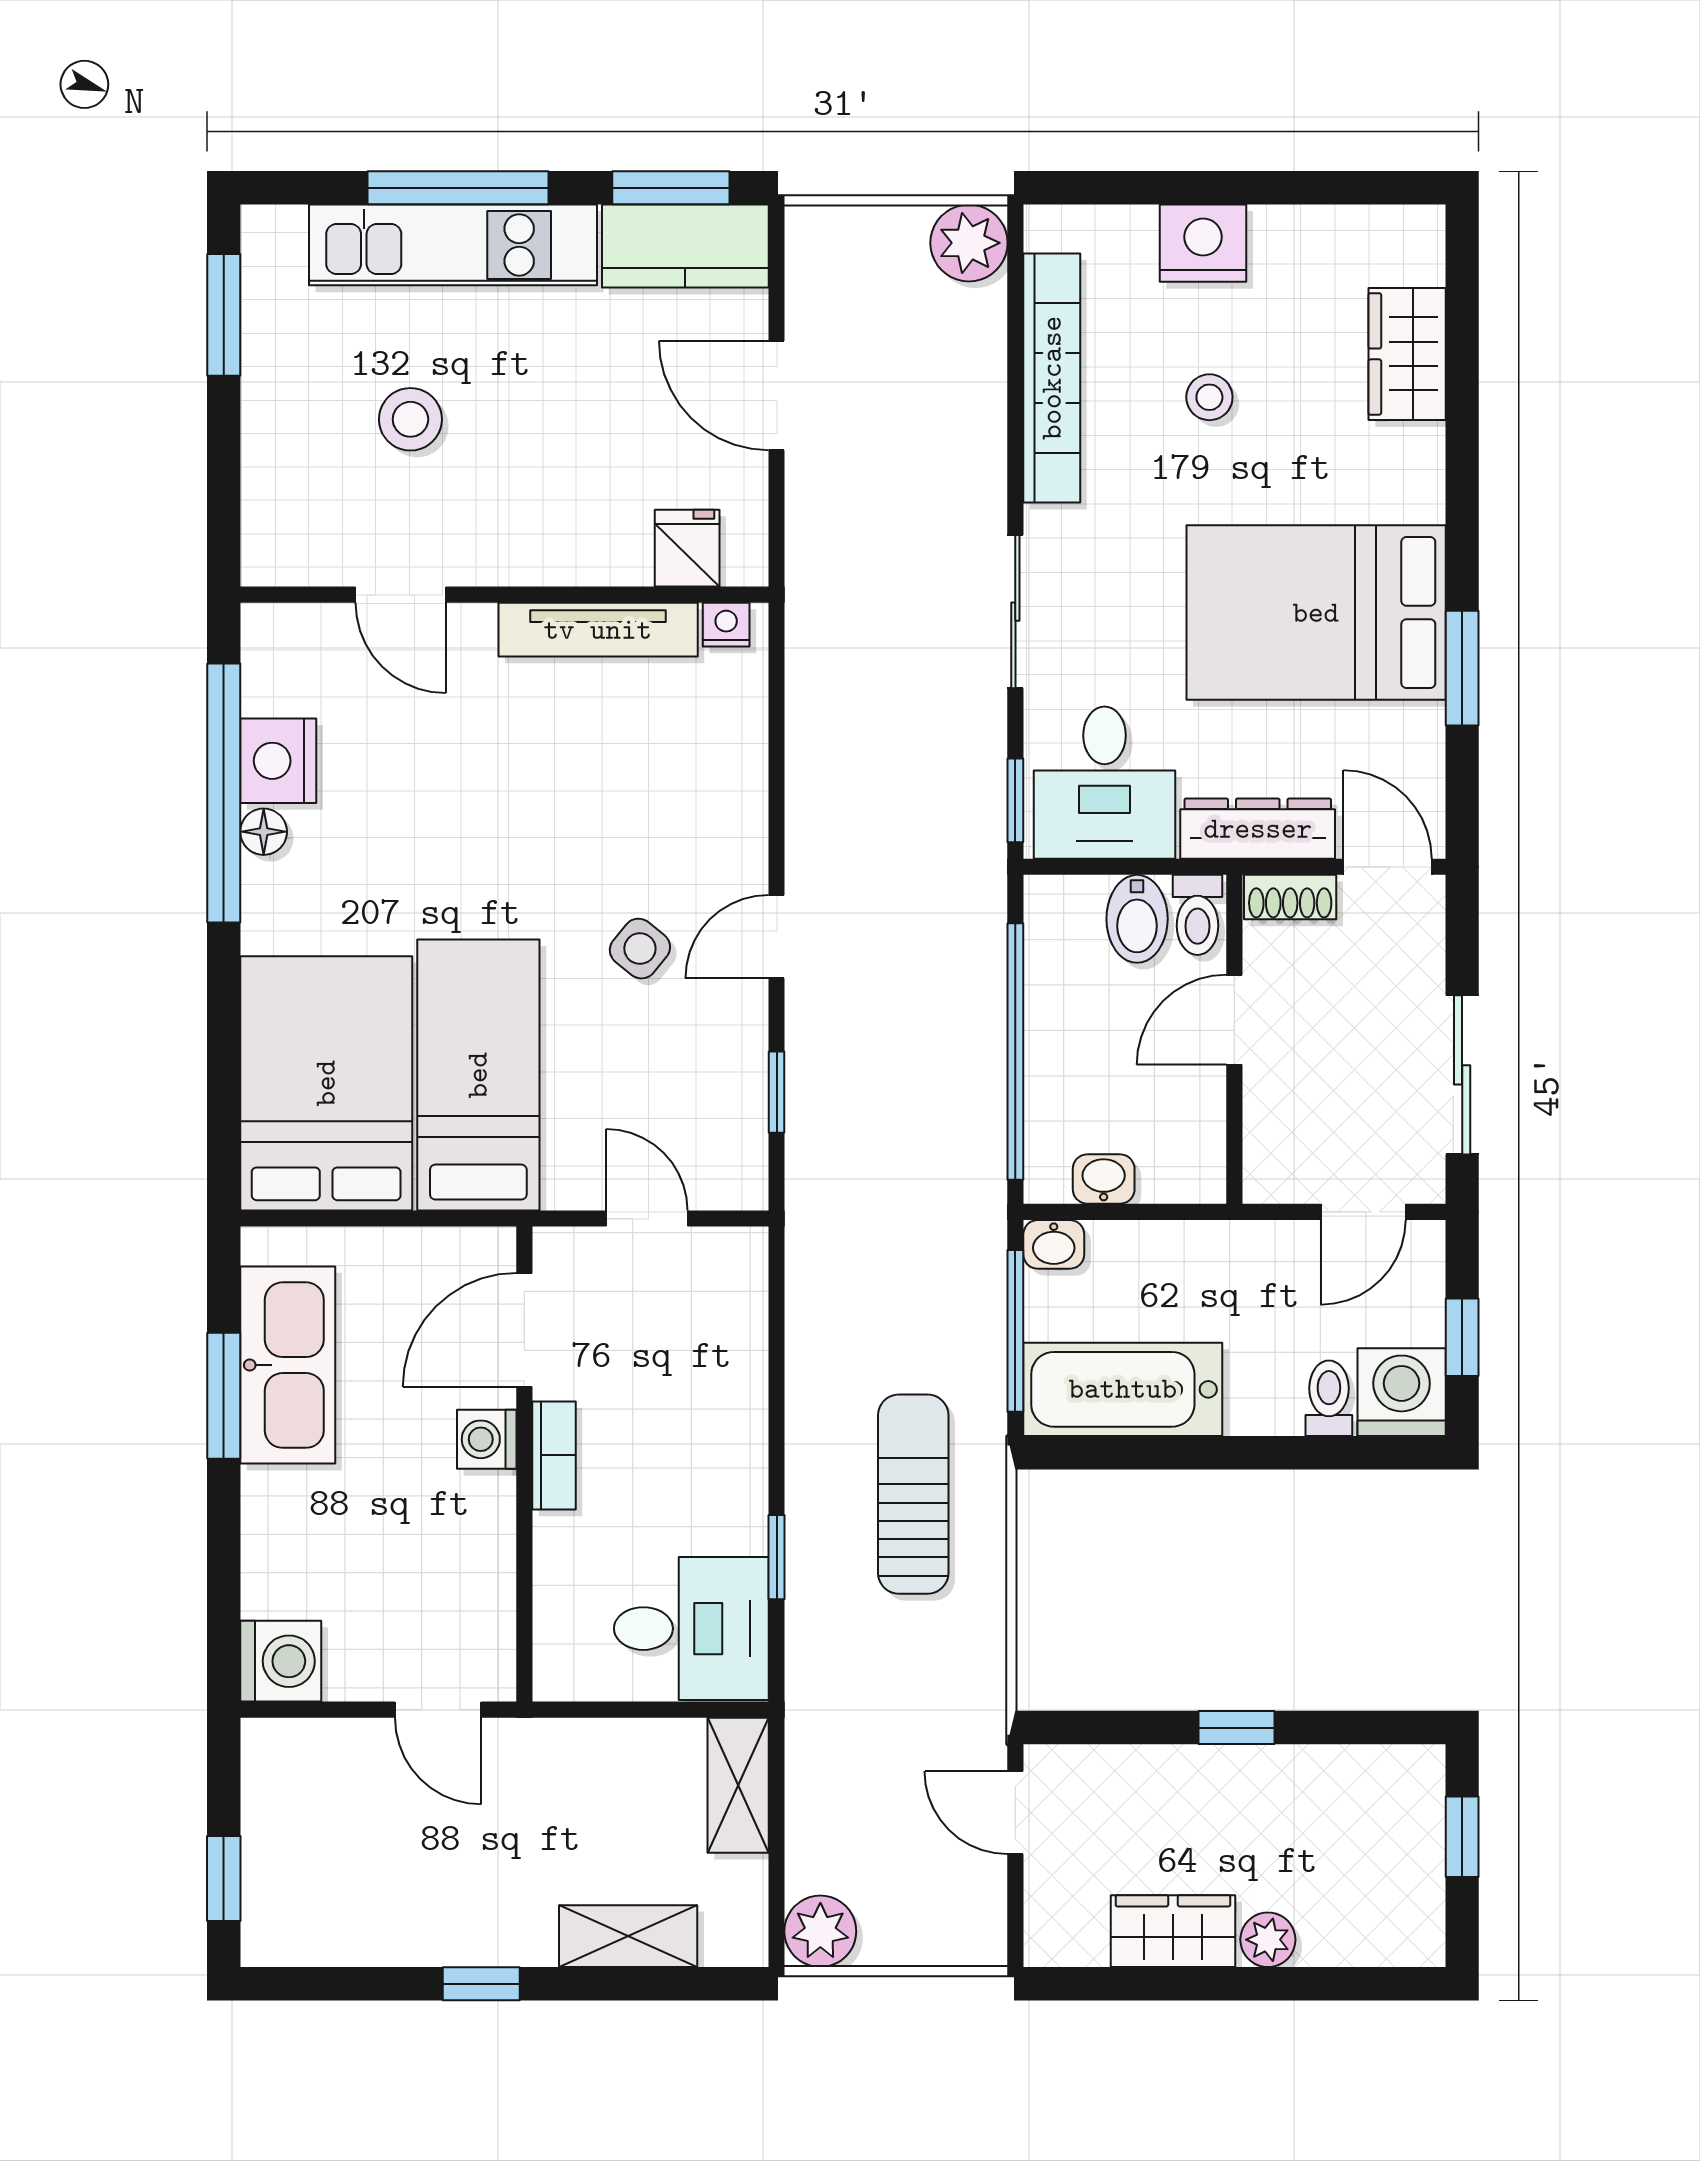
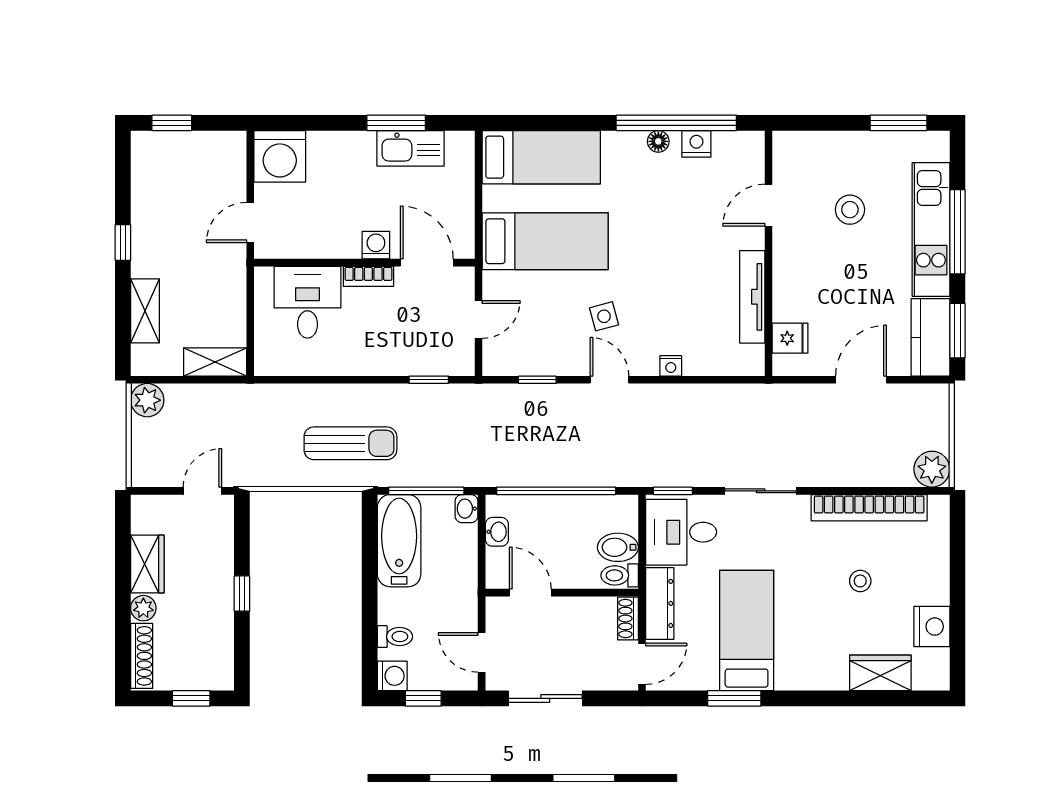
nightstand: (1203, 243) -> (932, 627), moved
bed: (1316, 613) -> (747, 631), width x0.67
nightstand: (726, 625) -> (671, 366), moved, turned 90
nightstand: (278, 761) -> (696, 144), width x0.74, depth x0.75
side table: (640, 949) -> (604, 316), turned 36
door: (1234, 1020) -> (530, 593), moved
bed: (326, 1083) -> (541, 157), width x0.67
kitchen sink: (288, 1365) -> (410, 148), width x0.73, depth x0.81
washing machine: (1402, 1392) -> (392, 676), width x0.73, depth x0.73
window: (777, 1557) -> (429, 380), moved
desk: (691, 1629) -> (308, 302), moved, turned 180
washing machine: (281, 1661) -> (280, 156), width x1.37, depth x1.37
shoe rack: (1371, 1943) -> (142, 656), added

